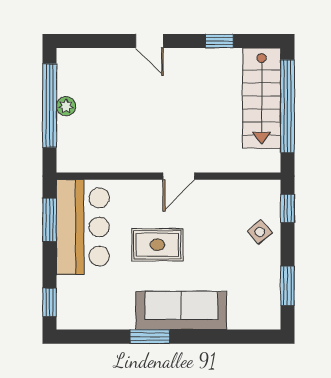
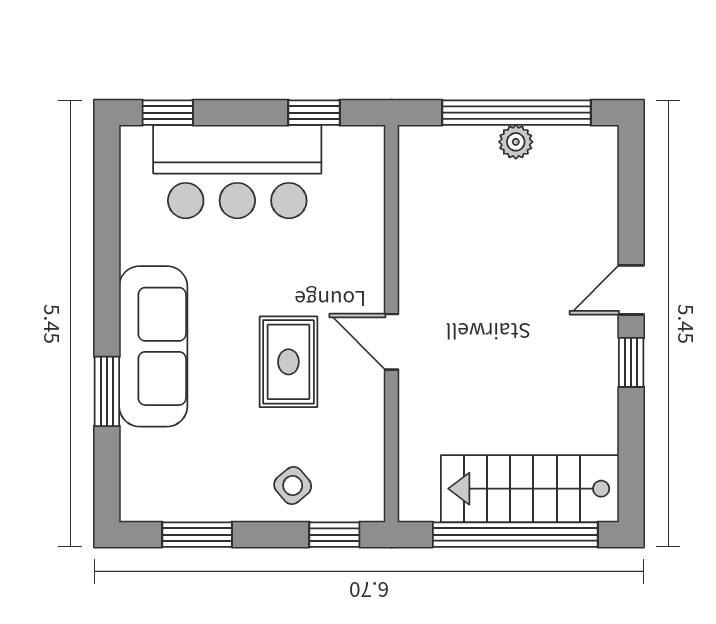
window: (219, 41) -> (631, 362), moved
window: (50, 220) -> (314, 113), width x0.67
bar counter: (83, 227) -> (237, 172), moved
rug: (157, 245) -> (288, 362), moved
window: (150, 337) -> (107, 391), moved

